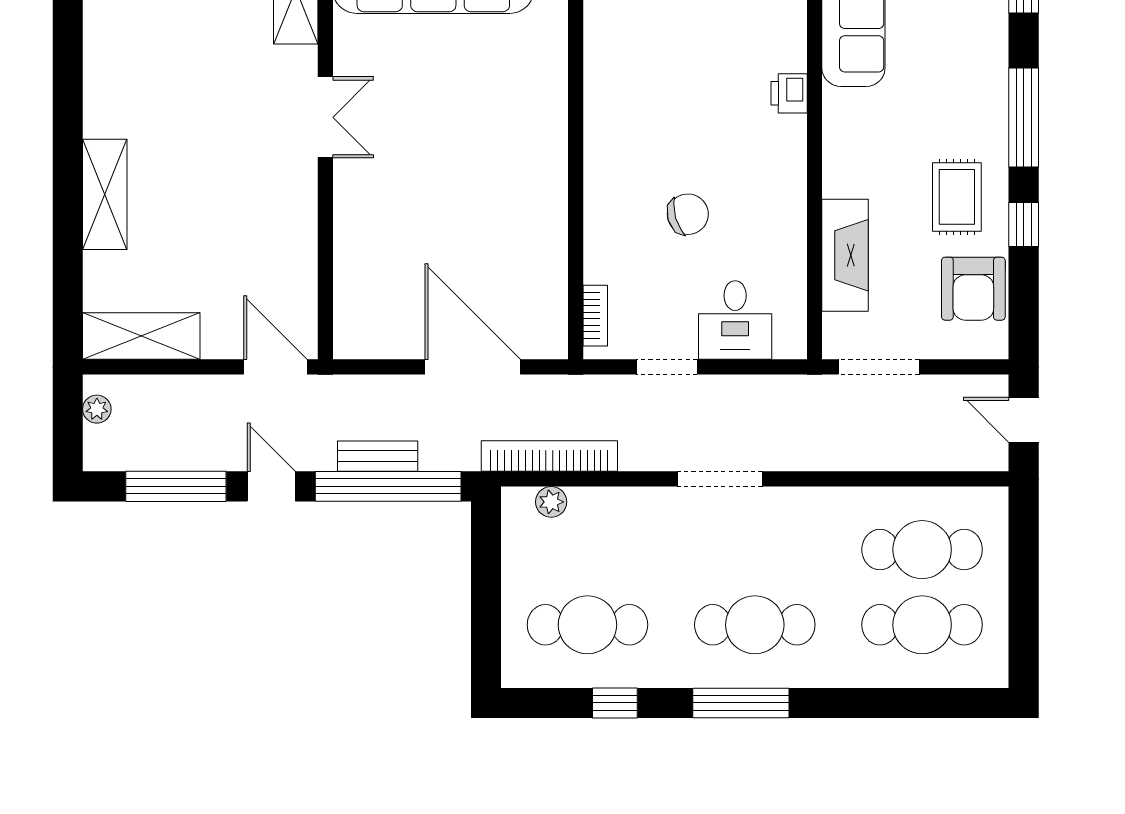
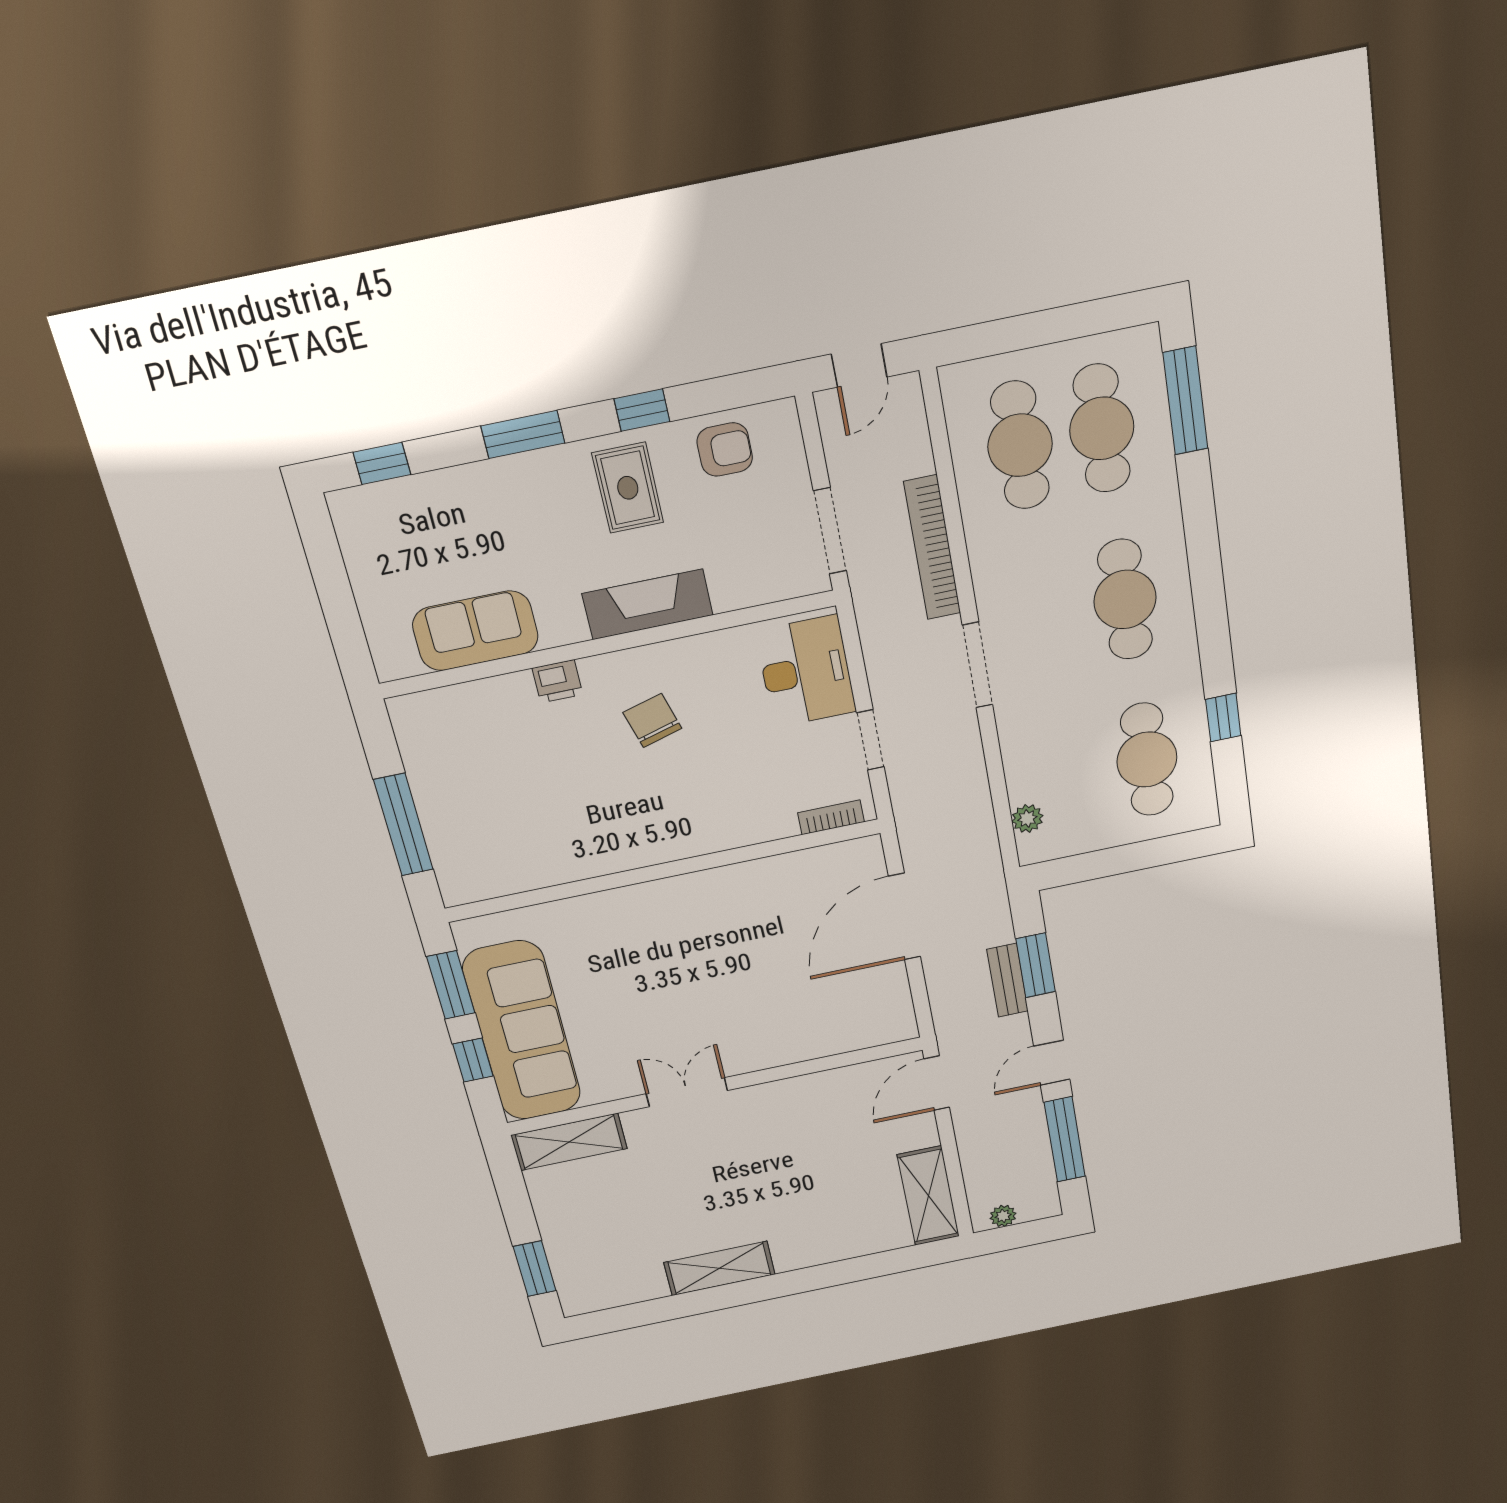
window: (1024, 117) -> (523, 435), width x0.69
shelving: (105, 194) -> (719, 1268), moved
rug: (957, 197) -> (628, 488), turned 90
chair: (688, 214) -> (652, 720), moved
fireplace: (845, 255) -> (648, 604), moved
armchair: (973, 289) -> (725, 450), width x0.72, depth x0.72
desk: (735, 320) -> (806, 671), width x1.37
bookcase: (549, 456) -> (932, 548), moved
window: (388, 486) -> (1036, 965), width x0.47
window: (741, 703) -> (1185, 401), moved

